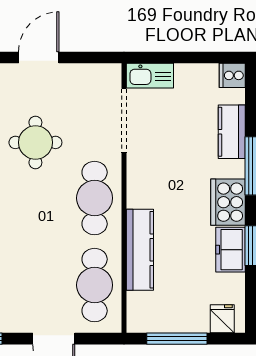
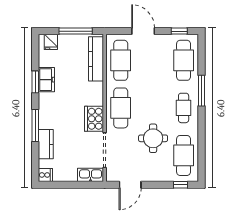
door: (39, 57) -> (130, 185), moved
cooker: (228, 202) -> (94, 119), moved, turned 180
kitchen counter: (140, 250) -> (96, 59), moved

